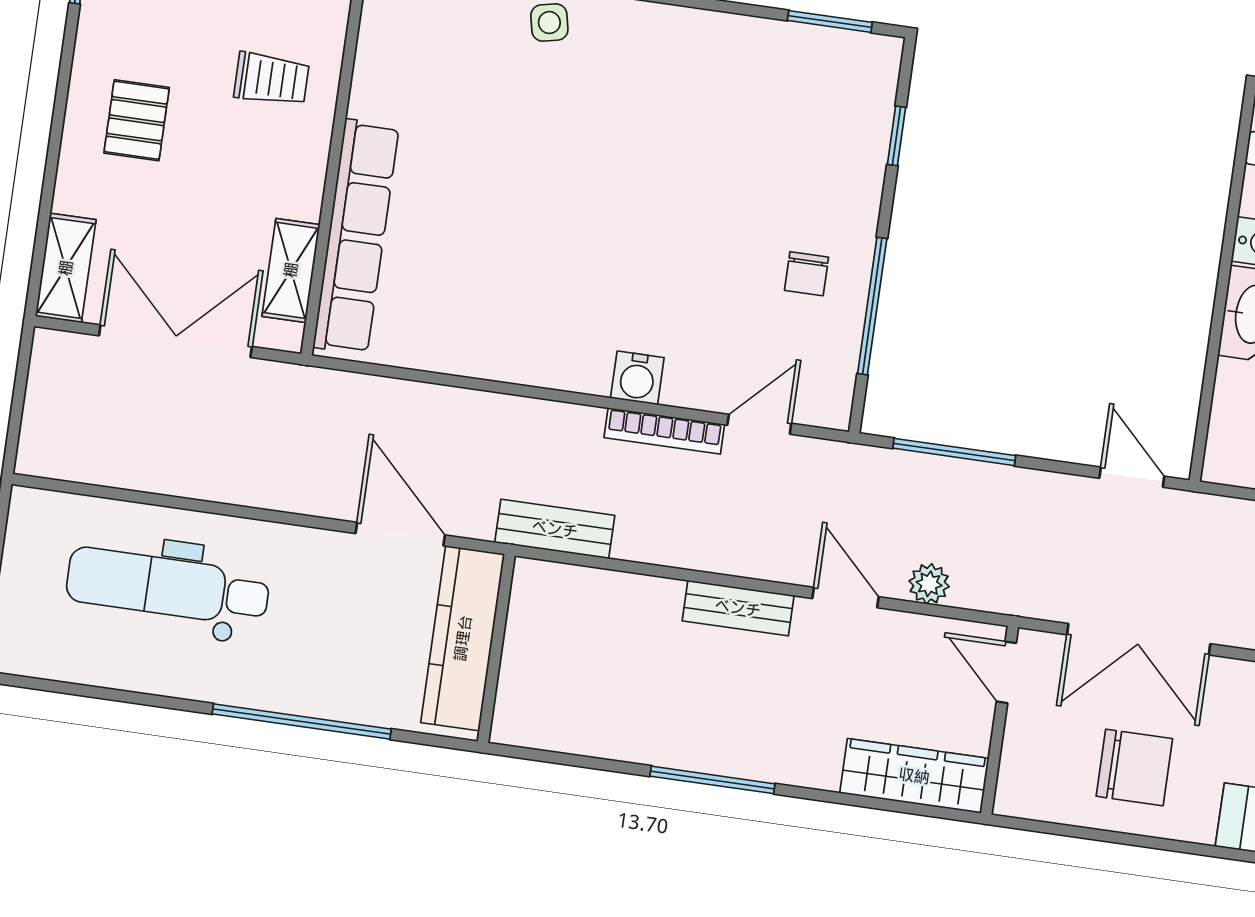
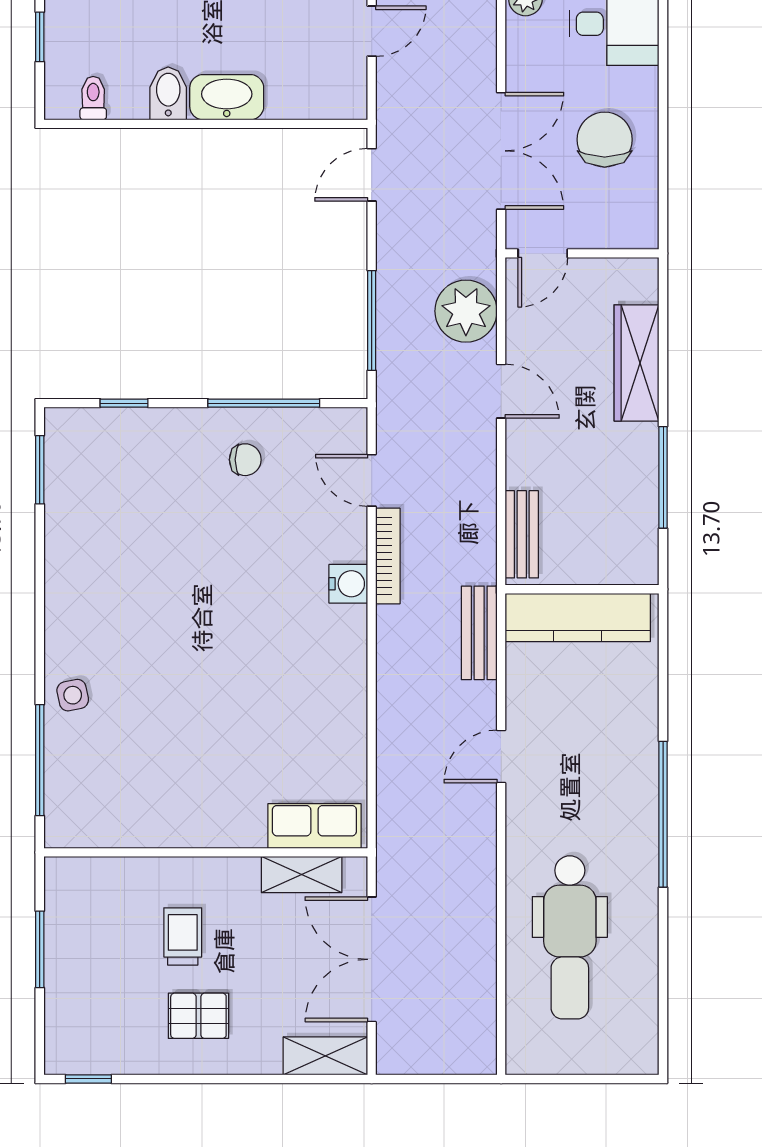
trolley: (272, 79) -> (183, 936), moved
row of seats: (356, 237) -> (314, 826), width x0.50
door: (400, 534) -> (501, 756), width x0.73
plant: (929, 584) -> (466, 311), width x1.87, depth x1.87
door: (846, 598) -> (501, 391), swing flipped
bench: (738, 608) -> (522, 534), moved
kitchen counter: (463, 638) -> (578, 617), moved
wall: (496, 649) -> (582, 589), moved
wardrobe: (914, 776) -> (637, 363), moved

